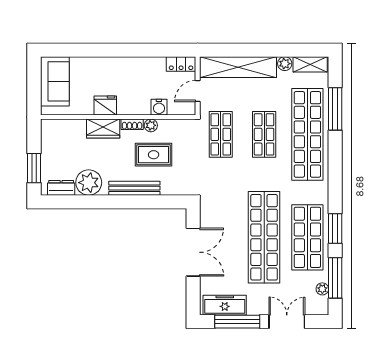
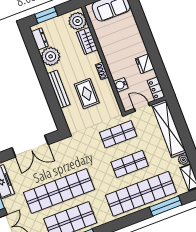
fridge: (105, 105) -> (145, 64), moved, turned 180
plant: (151, 125) -> (78, 21), moved, width x1.88, depth x1.88
wardrobe: (103, 129) -> (87, 41), moved

